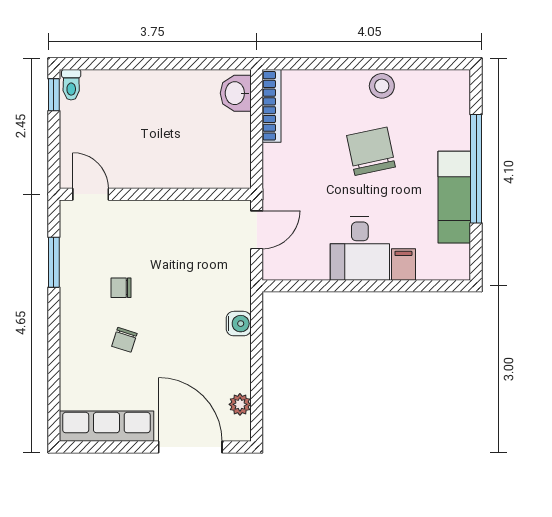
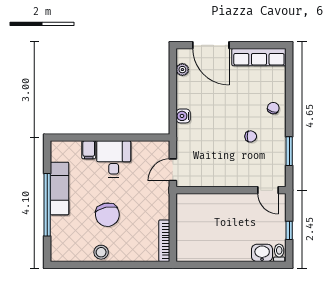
washbasin: (236, 93) -> (262, 253), moved, turned -90
window: (54, 95) -> (289, 230), moved
chair: (124, 340) -> (273, 108), moved

